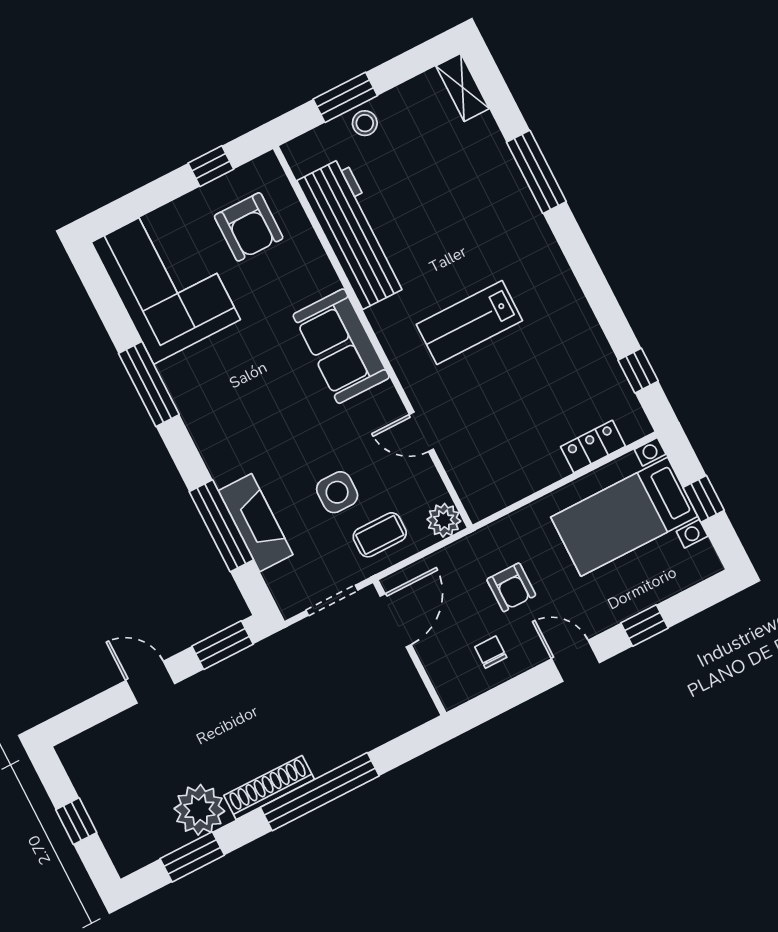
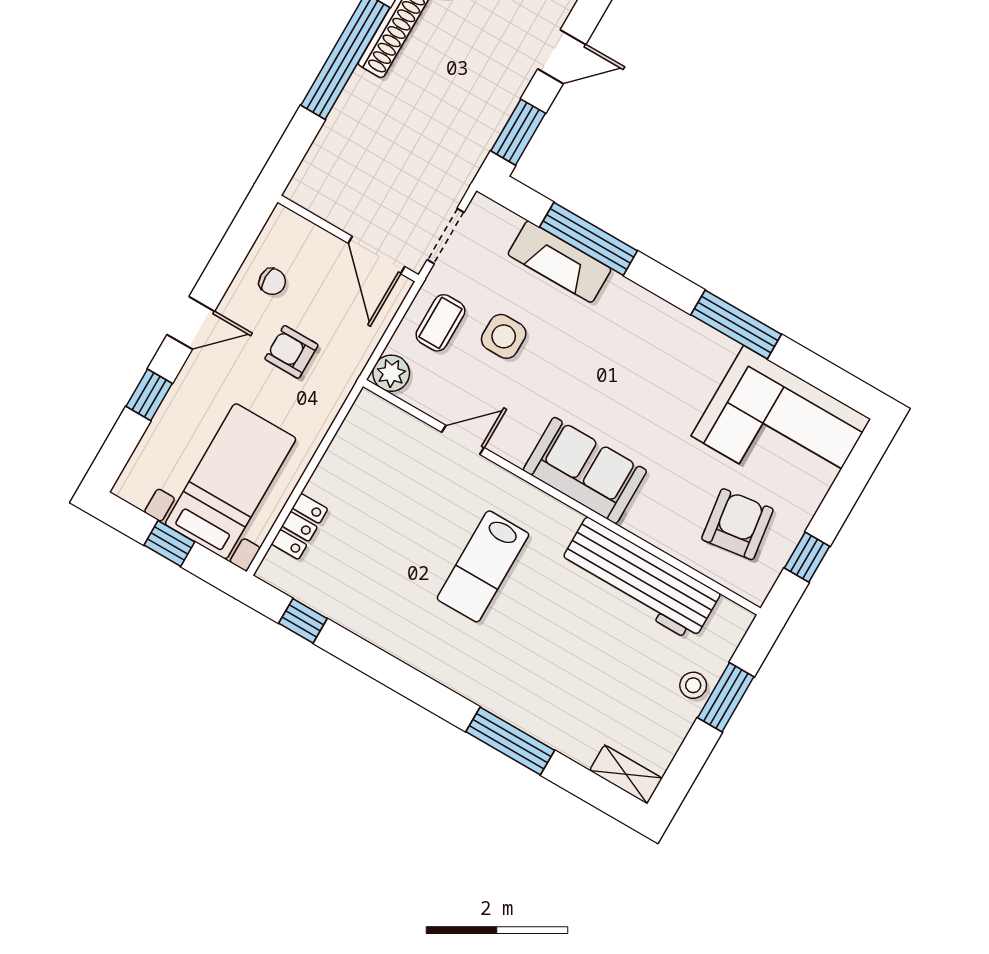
armchair: (249, 227) -> (737, 524), turned 82
lab bench: (469, 322) -> (483, 566), turned 180

